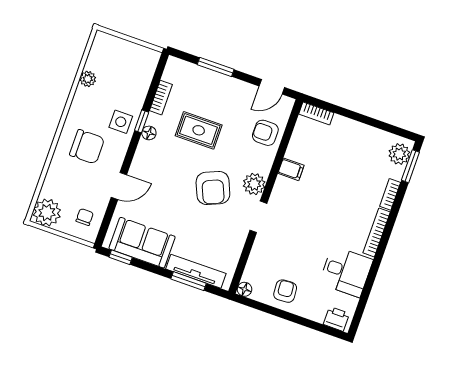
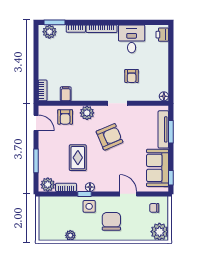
plant: (175, 72) -> (48, 185), added
filing cabinet: (291, 169) -> (66, 94), moved
plant: (254, 184) -> (87, 113), moved
armchair: (285, 291) -> (132, 76), moved, turned -86

